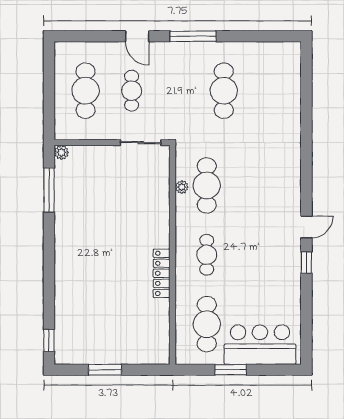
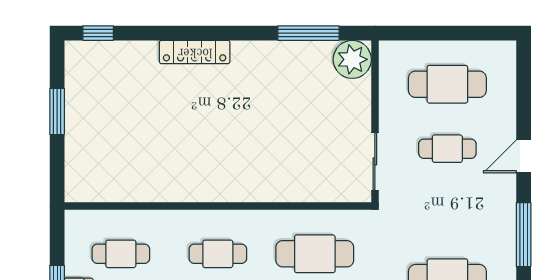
plant: (61, 152) -> (352, 59), width x1.87, depth x1.87
plant: (182, 187) -> (313, 219), removed
locker: (162, 273) -> (195, 52), moved, turned 180
cafe table: (207, 324) -> (121, 254), width x0.73, depth x0.74

